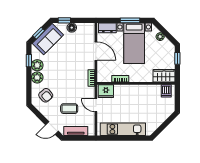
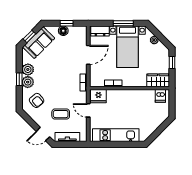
window: (64, 20) -> (67, 23), moved
door: (96, 51) -> (88, 55), hinge flipped
window: (29, 61) -> (19, 79), moved

